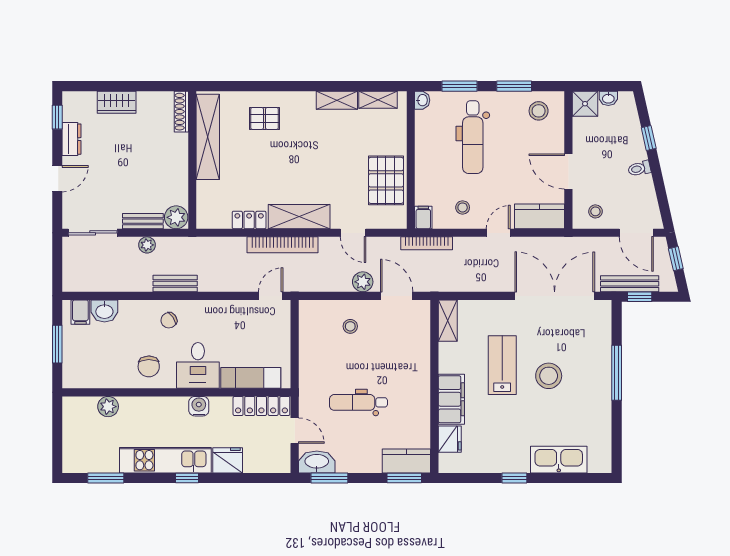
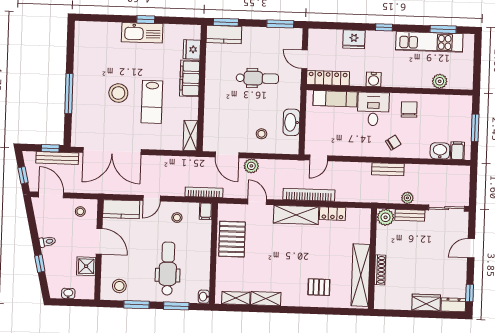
shower: (585, 104) -> (86, 266), moved
shoe rack: (181, 112) -> (380, 270), moved
dresser: (72, 139) -> (453, 305), moved, turned 90
kitchen unit: (165, 460) -> (429, 42), moved
kitchen sink: (559, 460) -> (142, 33), moved
washbasin: (317, 462) -> (291, 122), moved, turned 90

